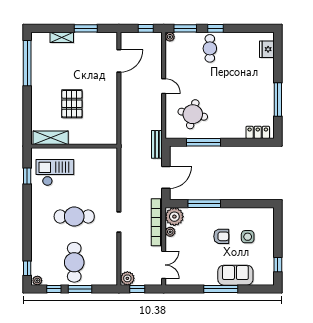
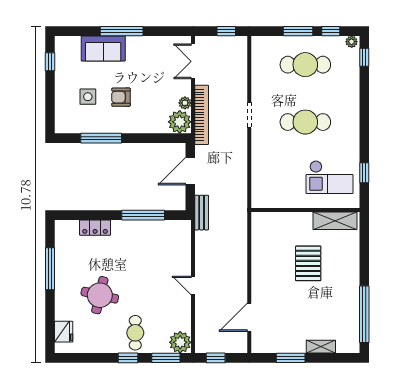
plant: (170, 37) -> (180, 342), width x1.87, depth x1.87
round table: (193, 114) -> (100, 295), moved
locker: (258, 132) -> (95, 228), moved
window: (204, 204) -> (101, 138), moved
cafe table: (74, 262) -> (305, 65), turned 90
plant: (127, 278) -> (239, 44), removed

